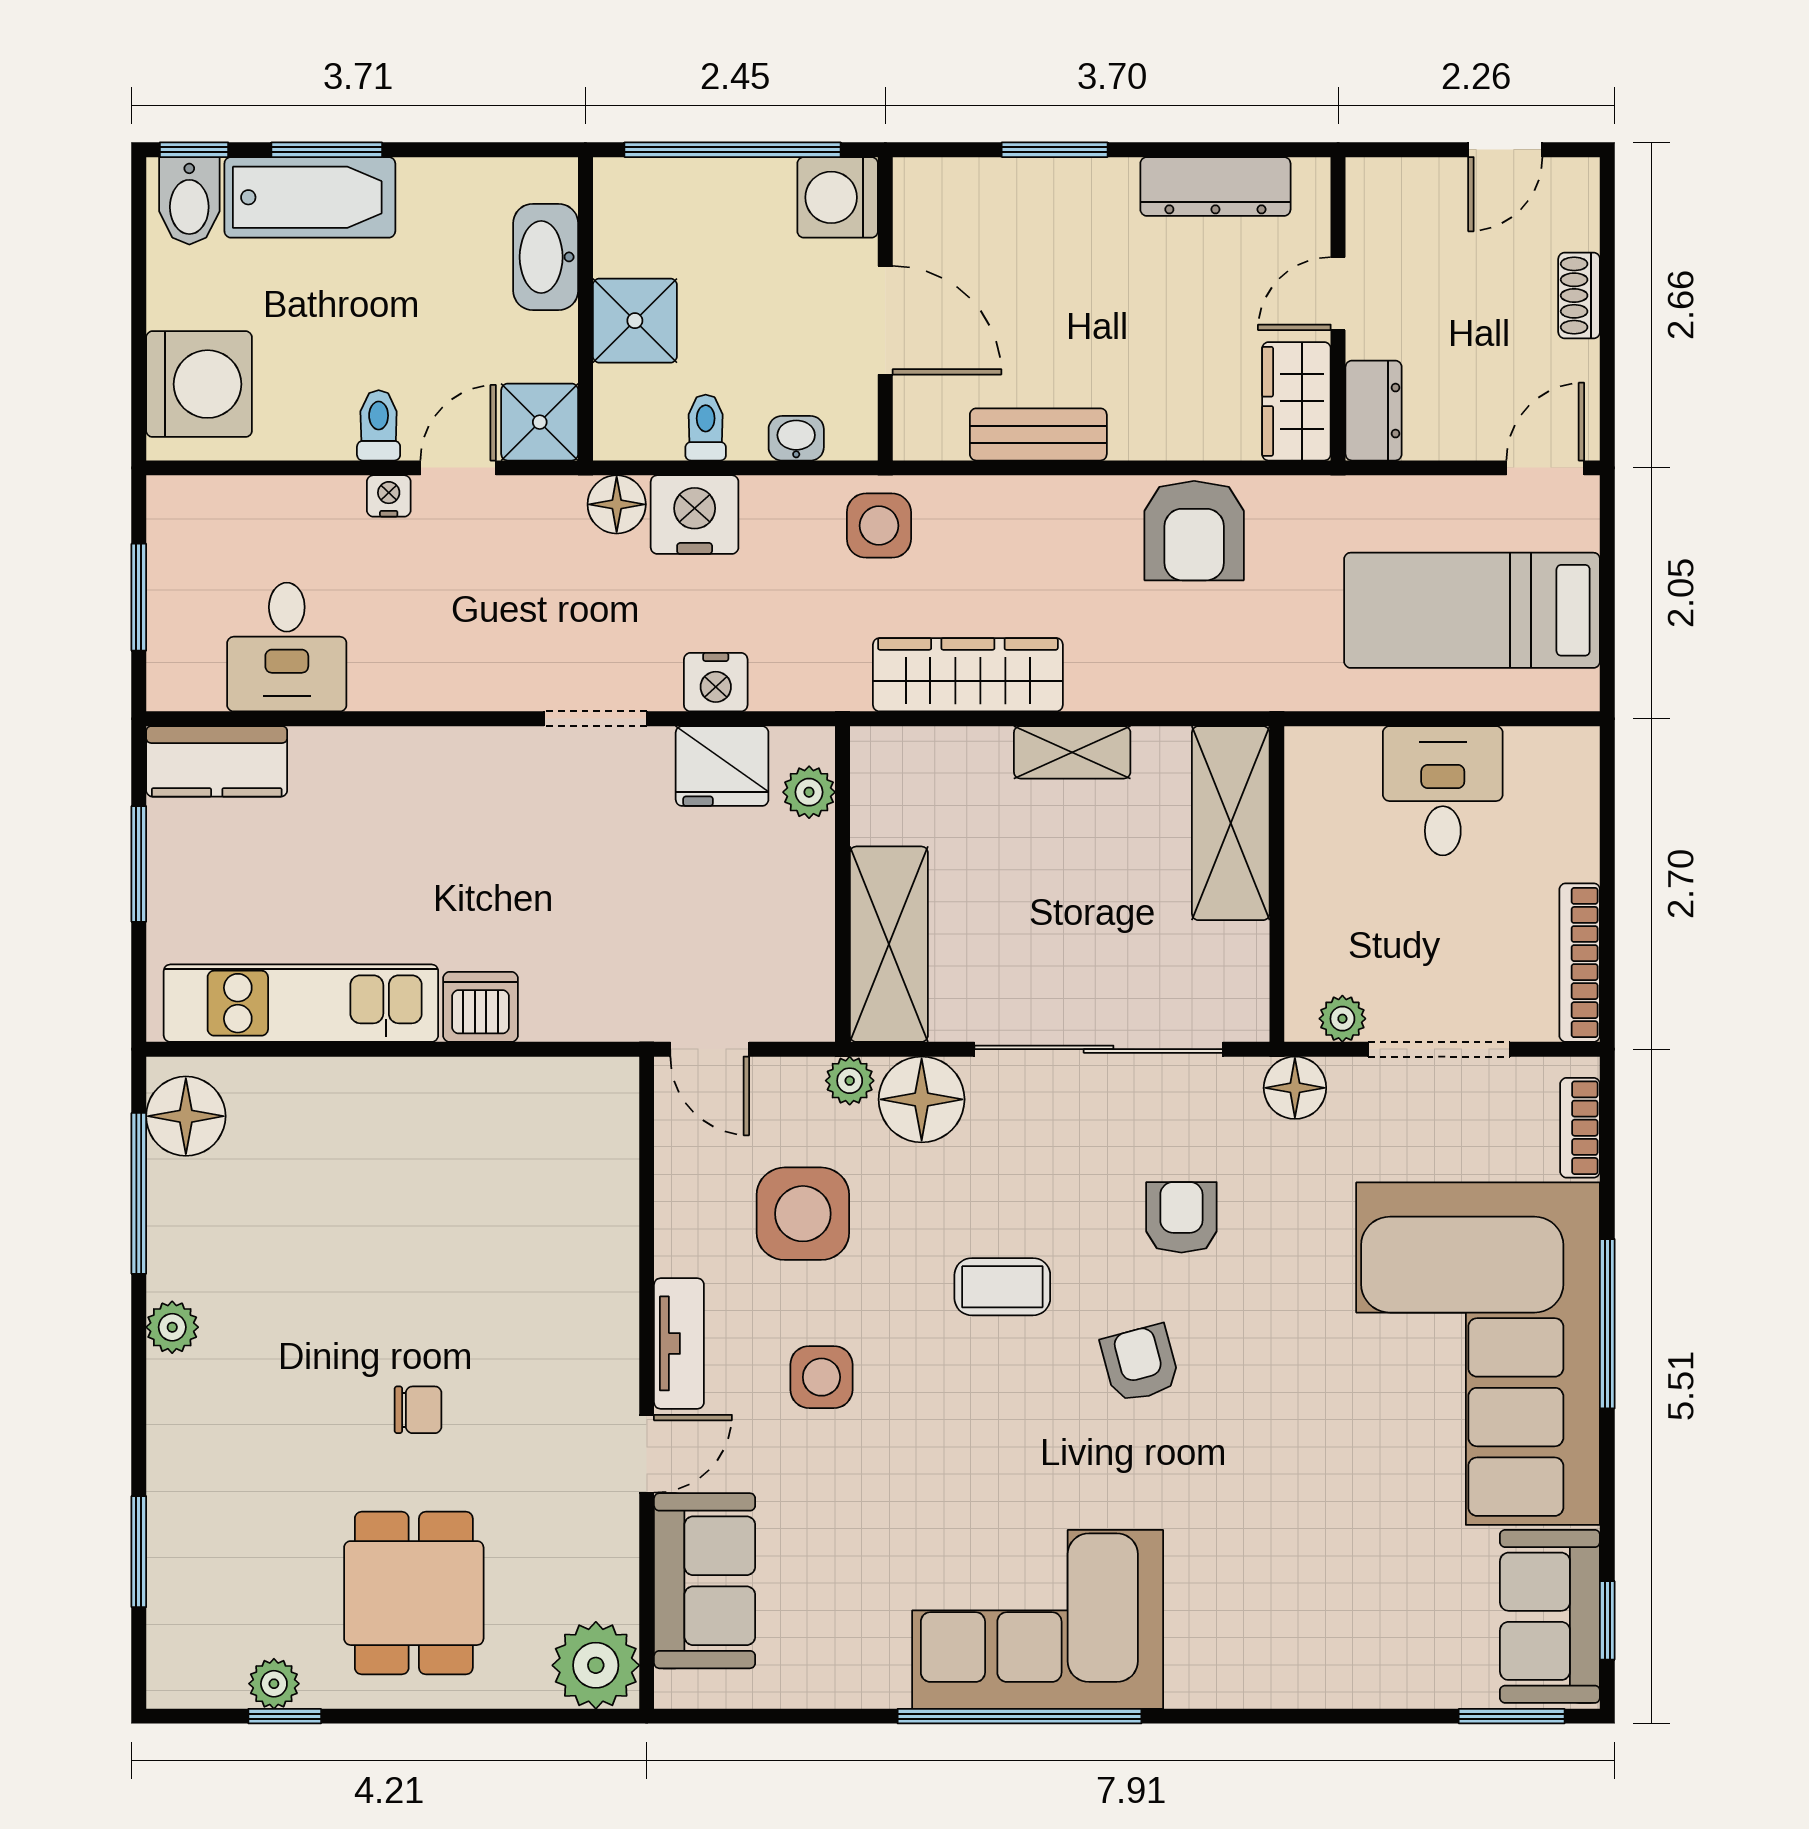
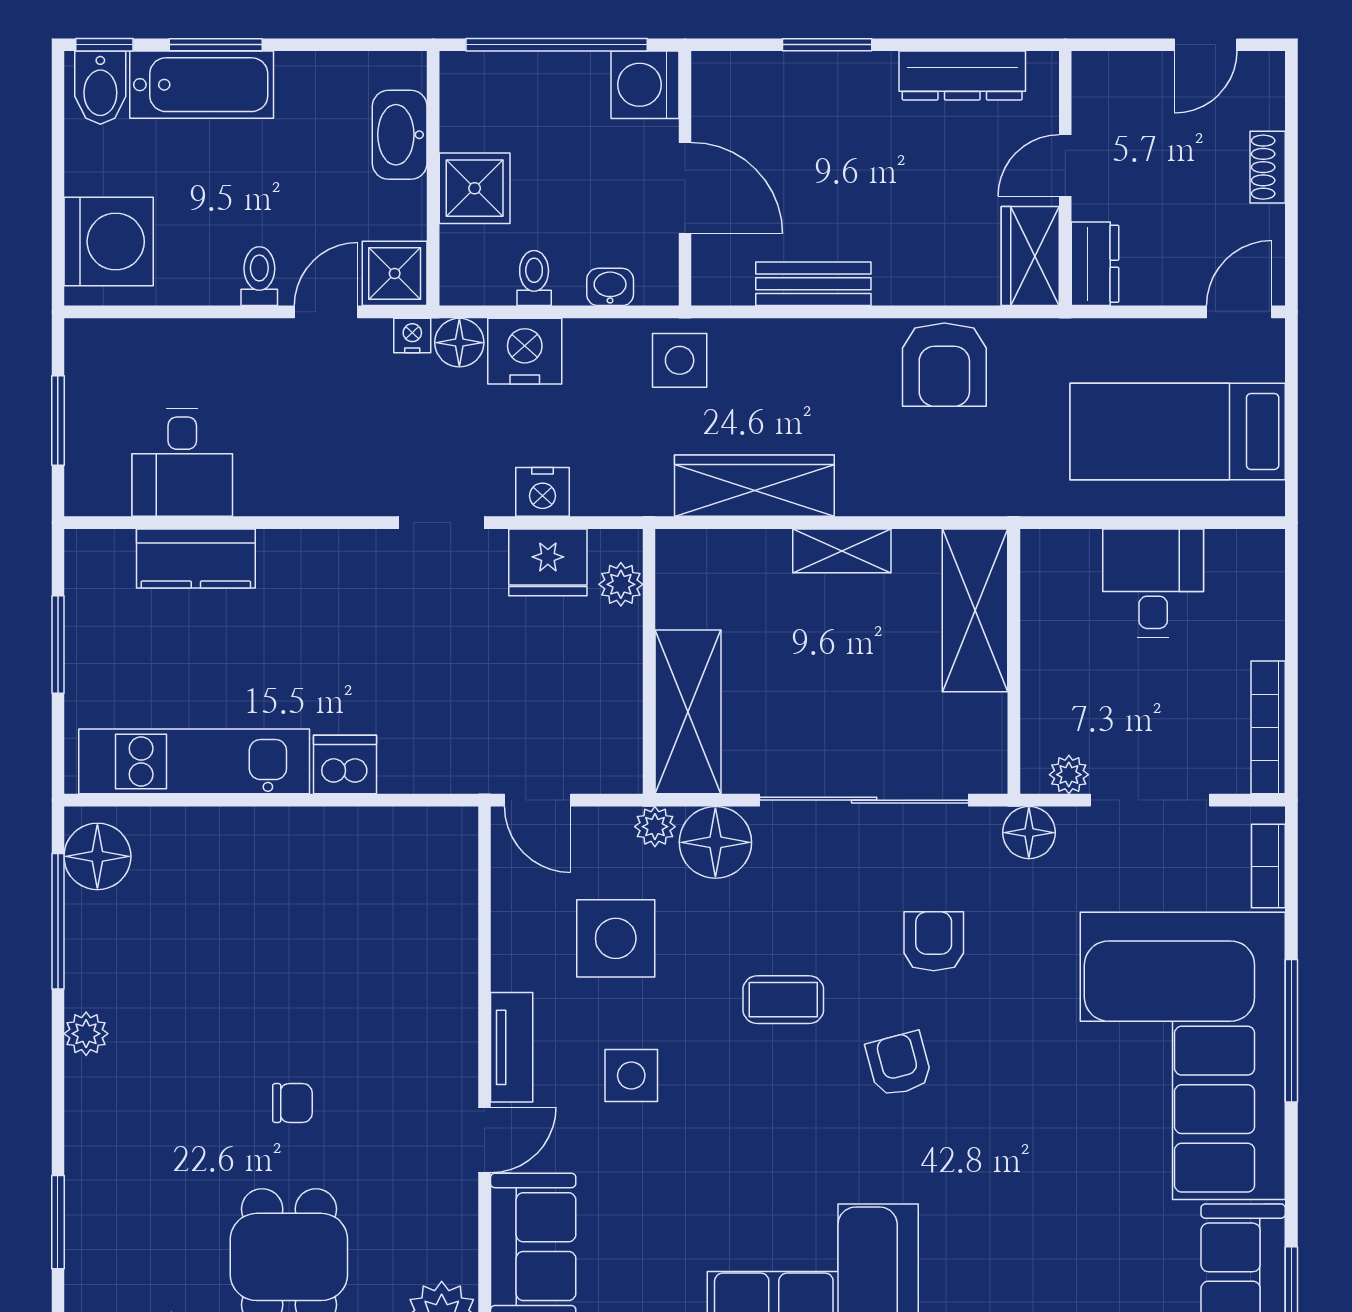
nightstand: (389, 496) -> (412, 335), moved
kitchen counter: (217, 761) -> (196, 558), moved

